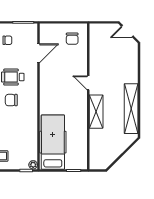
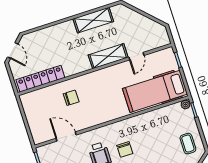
chair: (72, 39) -> (71, 98), moved
locker: (95, 47) -> (40, 79), added
door: (88, 83) -> (136, 56), moved
shelving: (131, 109) -> (93, 20), width x0.68

